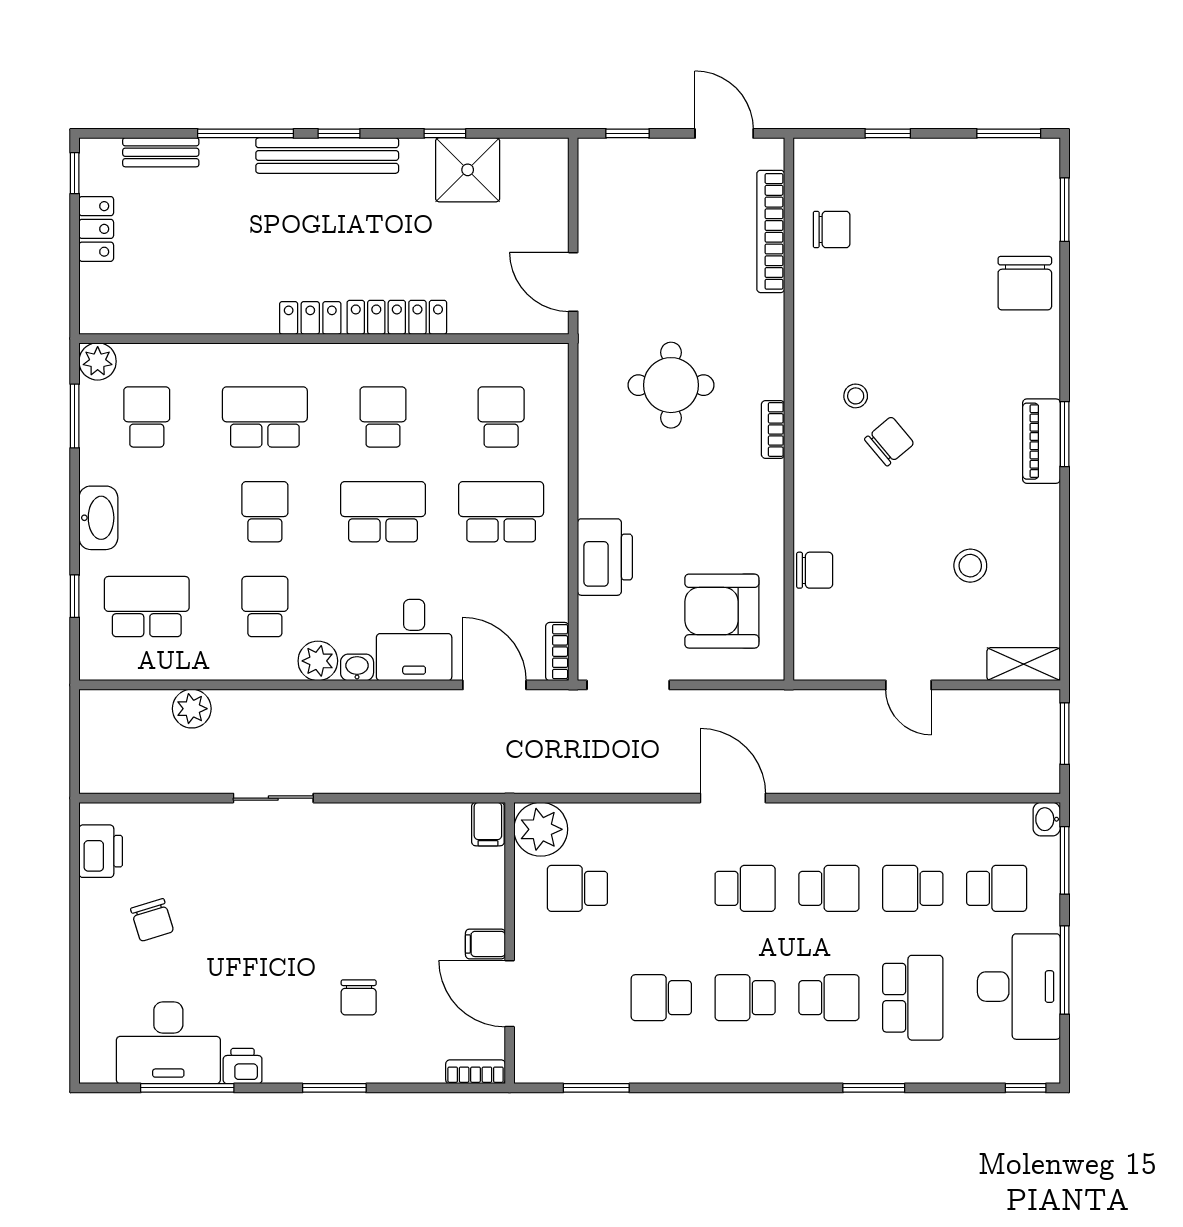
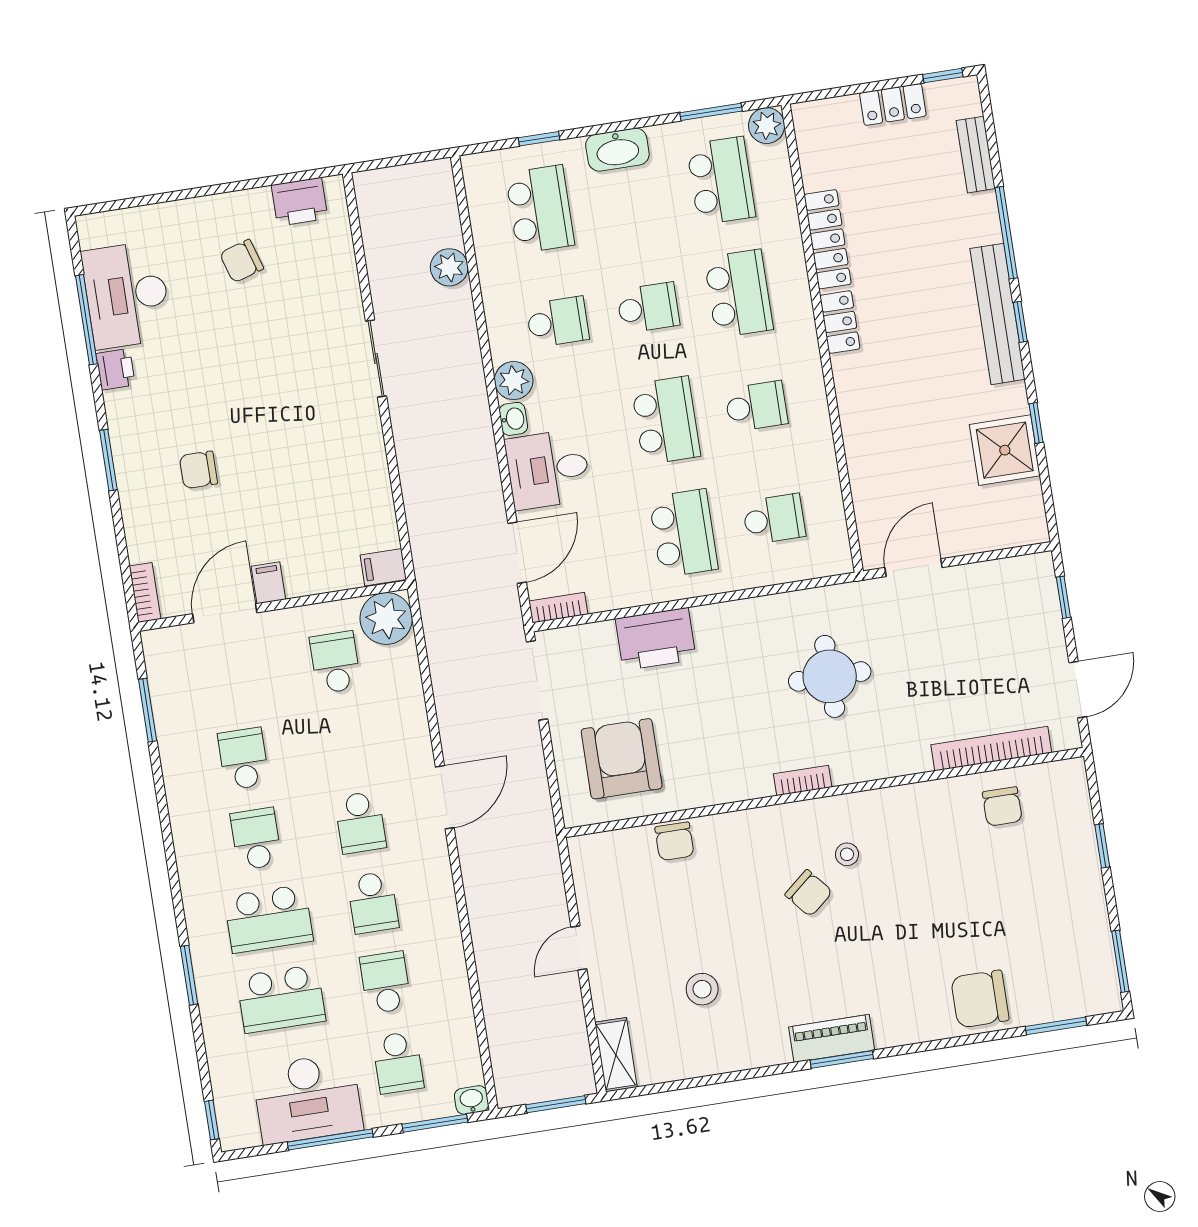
locker: (397, 317) -> (828, 239), moved
school desk: (147, 417) -> (721, 181), width x1.85
school desk: (829, 998) -> (269, 919), width x1.85

